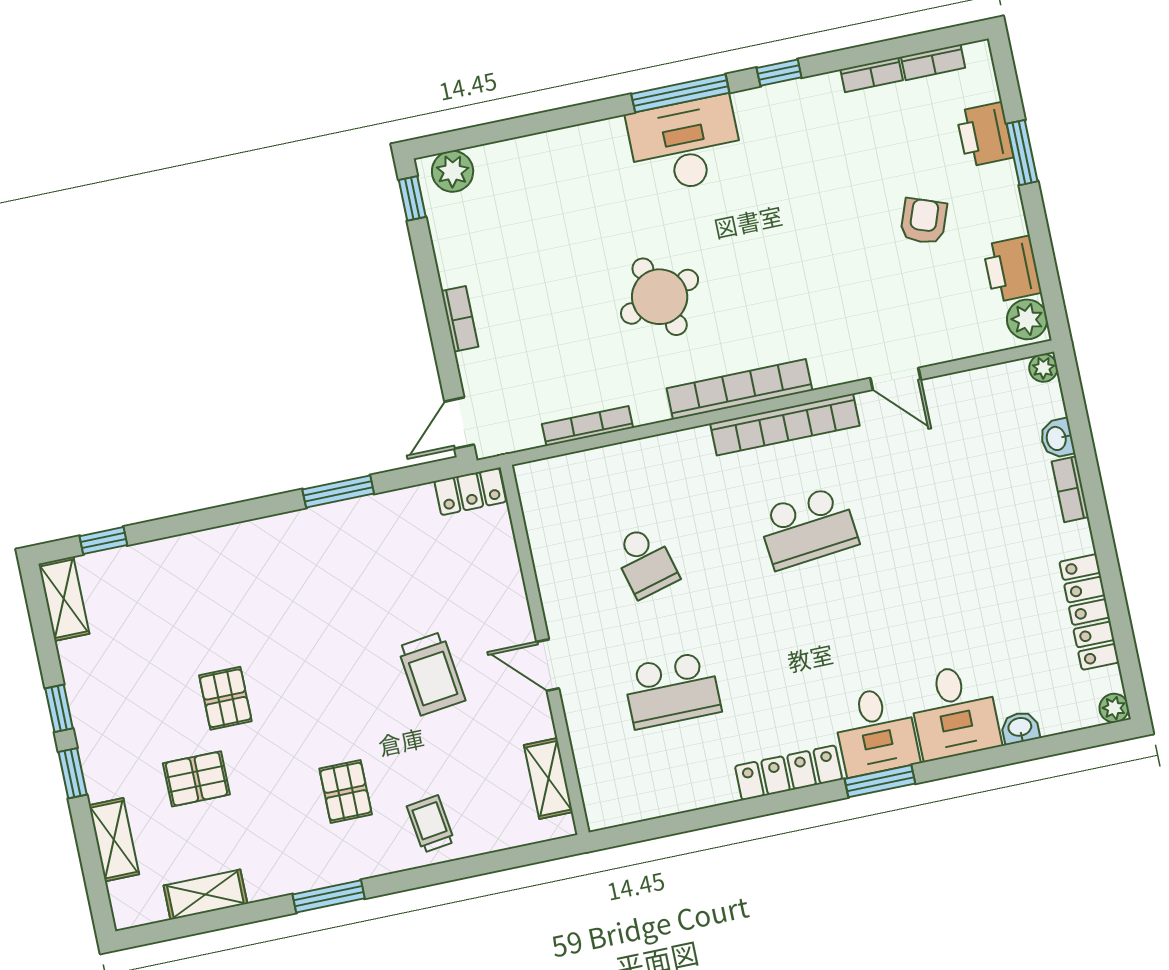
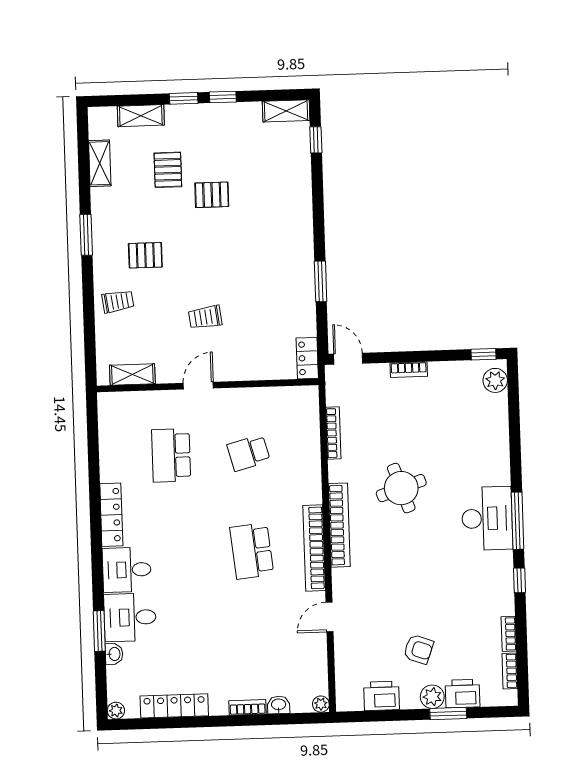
plant: (1027, 319) -> (432, 697), moved
trolley: (432, 674) -> (205, 317), width x0.73, depth x0.72
window: (880, 781) -> (99, 631), moved

